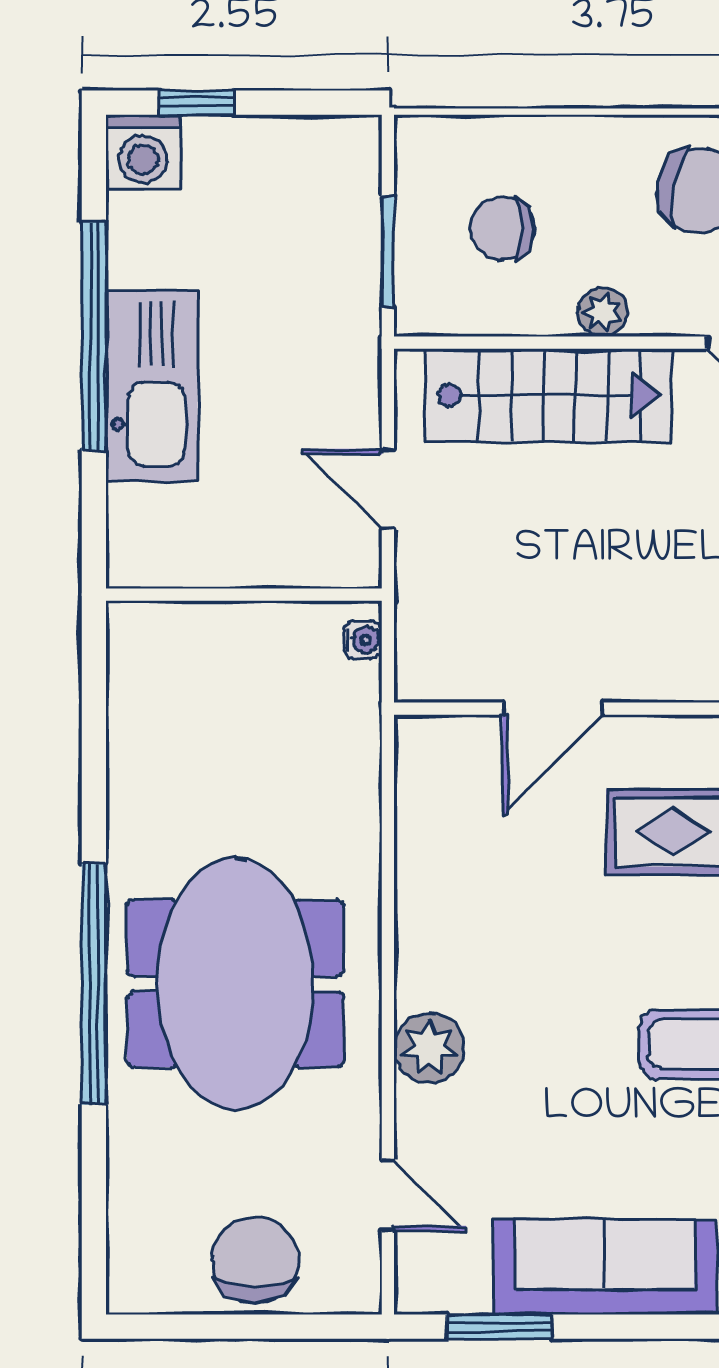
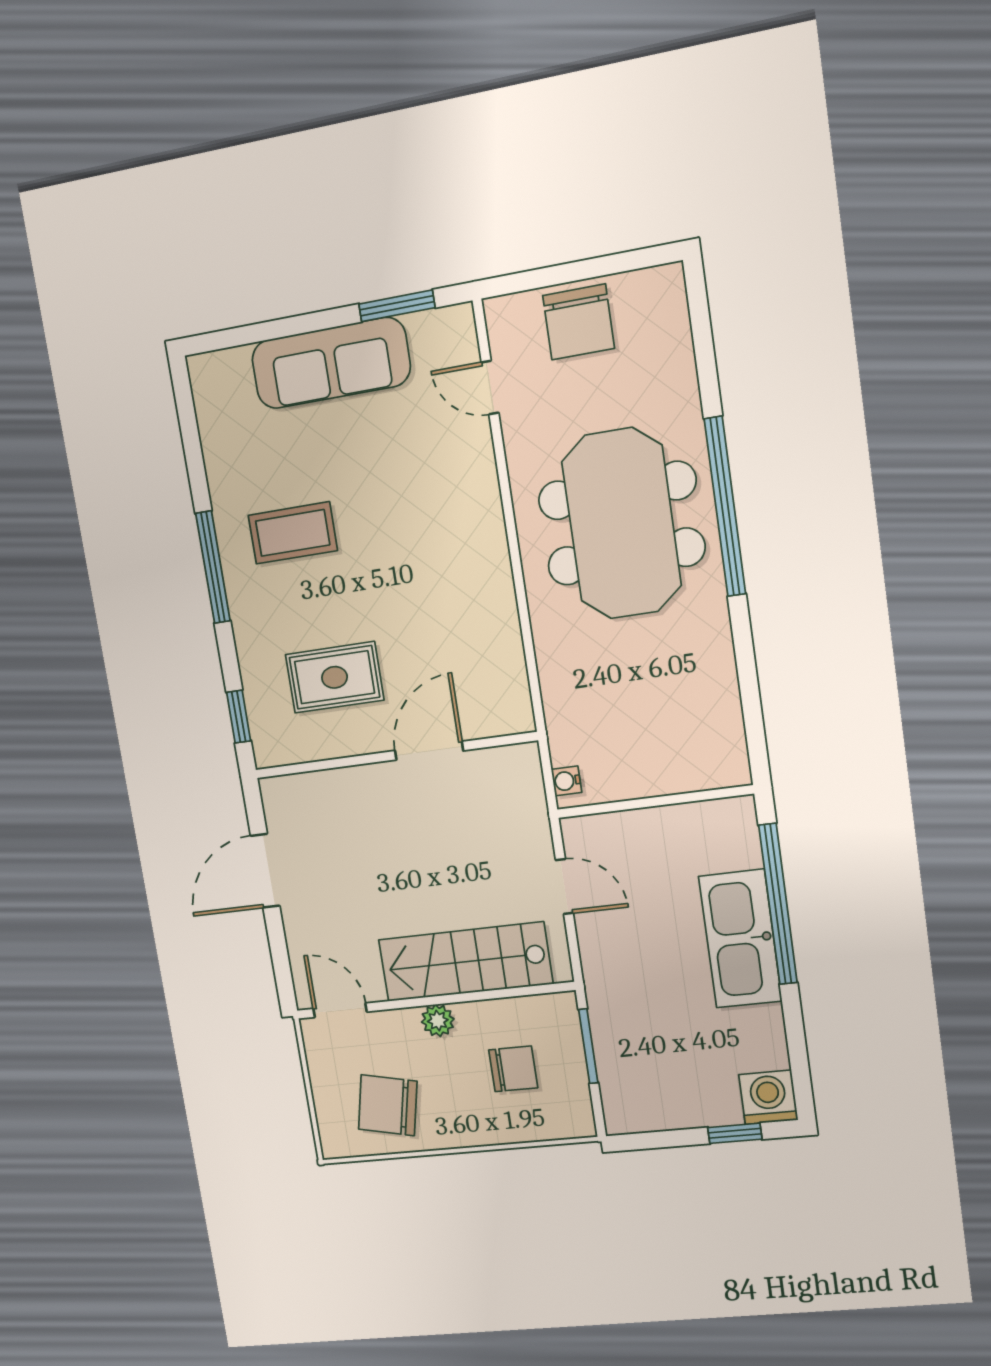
window: (94, 337) -> (778, 904), moved
plant: (429, 1048) -> (477, 500), removed

